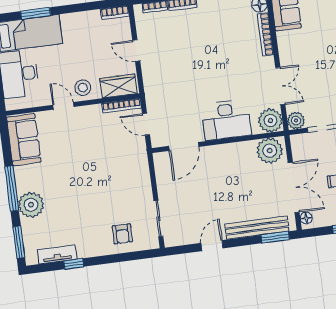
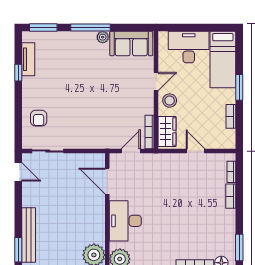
window: (36, 13) -> (239, 87), moved
bookcase: (115, 13) -> (231, 116), moved
door: (136, 51) -> (195, 151), hinge flipped
plant: (31, 205) -> (103, 37), moved, width x0.53, depth x0.53
armchair: (122, 234) -> (39, 118), turned -90
door: (212, 246) -> (18, 172), moved

